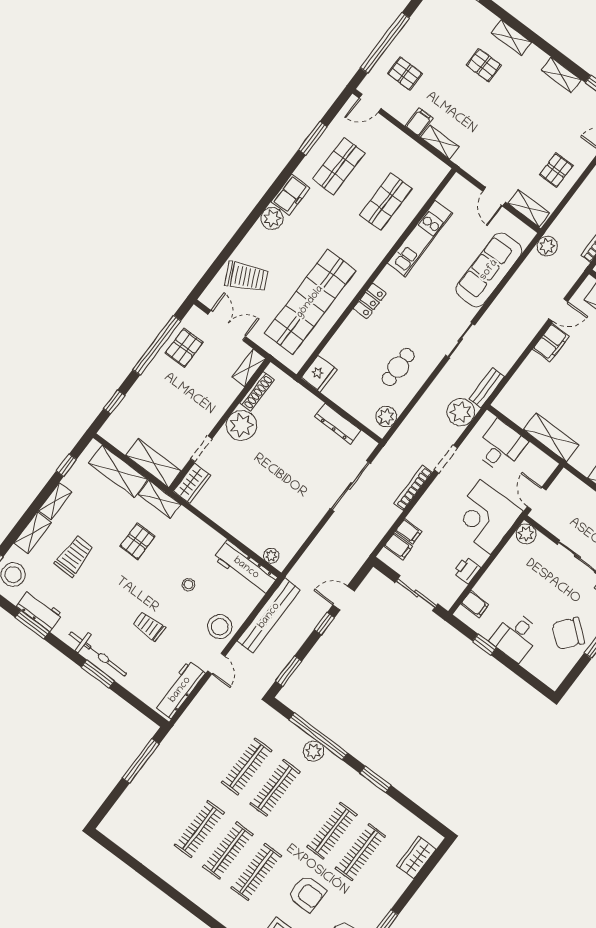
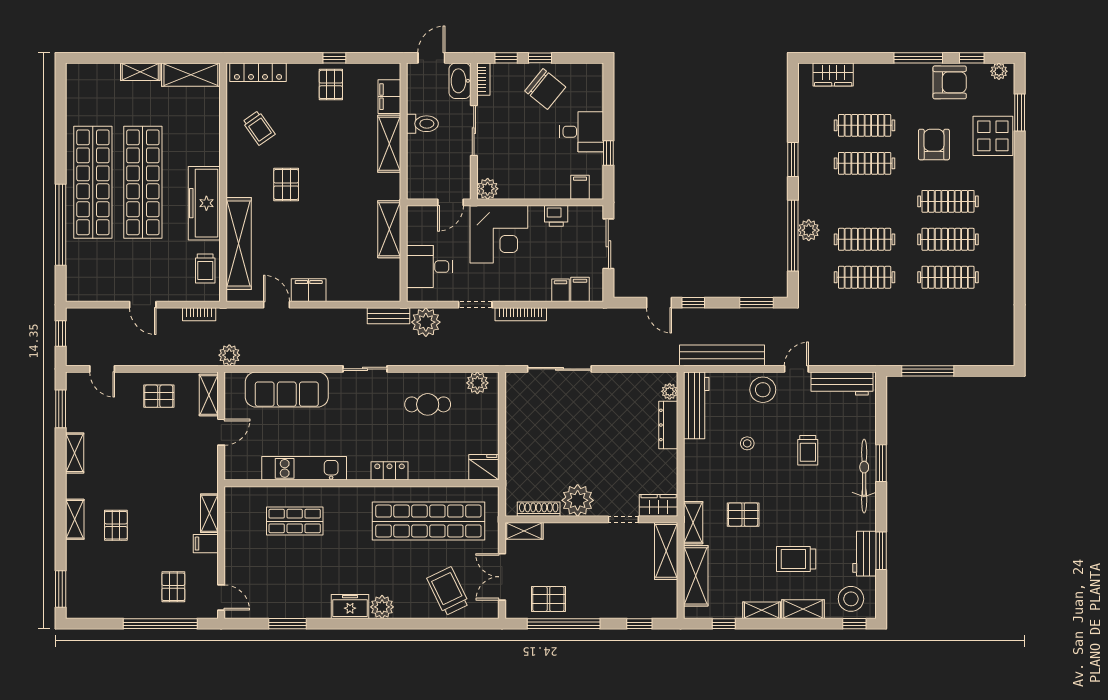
shop shelf: (339, 166) -> (295, 584), removed
dresser: (338, 424) -> (668, 425), moved, turned 180

